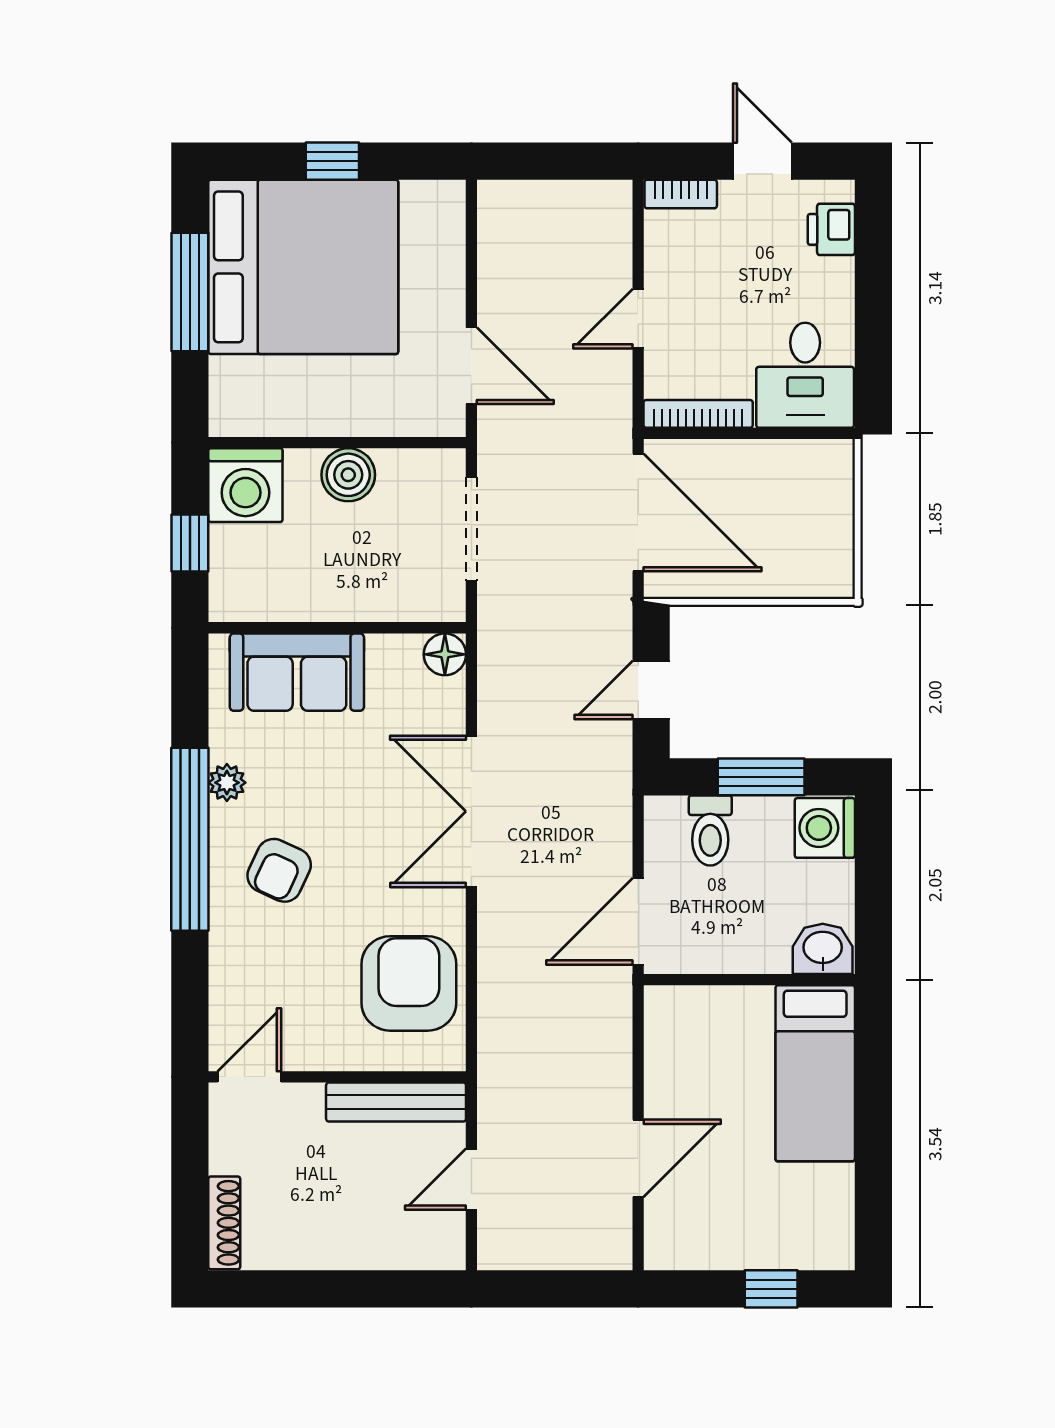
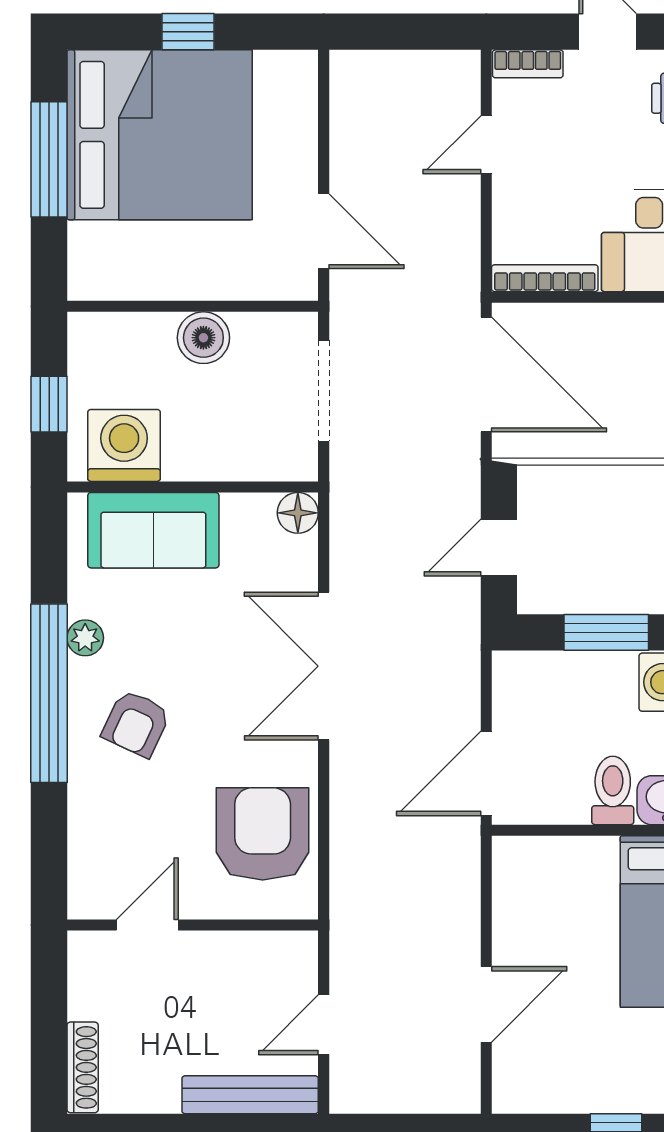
door: (638, 319) -> (486, 145), moved
washing machine: (245, 485) -> (124, 445), moved, turned 180
toilet: (710, 831) -> (613, 790), moved, turned 180
door: (249, 1077) -> (147, 925), moved
bench: (396, 1102) -> (250, 1095), moved

